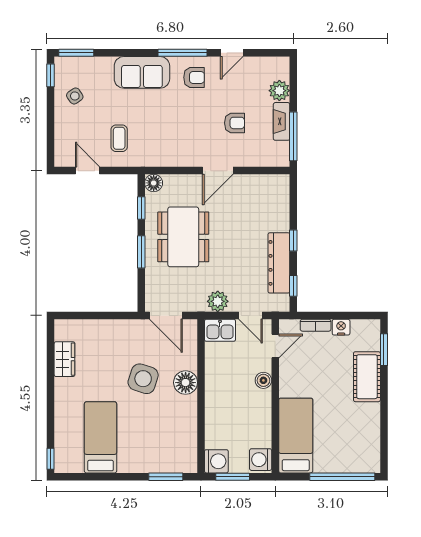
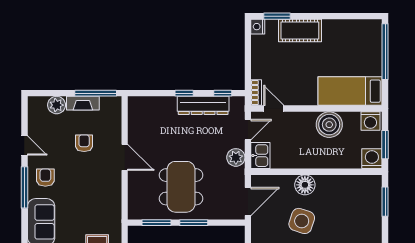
floor lamp: (154, 183) -> (135, 212), removed
window: (141, 208) -> (156, 223), width x1.50
dining table: (183, 237) -> (181, 187), turned 90
bookcase: (316, 325) -> (256, 93), moved
nightstand: (341, 327) -> (258, 27), moved
boiler: (263, 380) -> (329, 125), moved, width x1.86, depth x1.86

